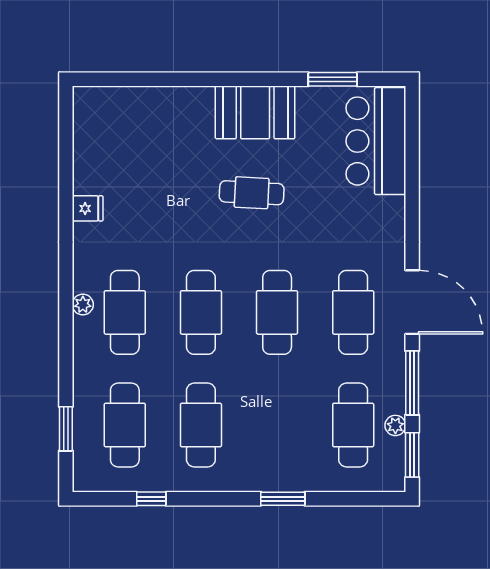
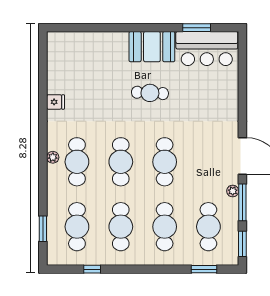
bar counter: (376, 141) -> (207, 48), moved, turned -90
cafe table: (353, 312) -> (165, 227), moved
plant: (395, 425) -> (233, 191), moved
window: (283, 499) -> (204, 269), moved

